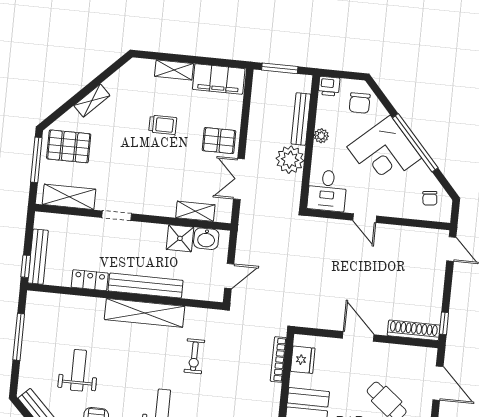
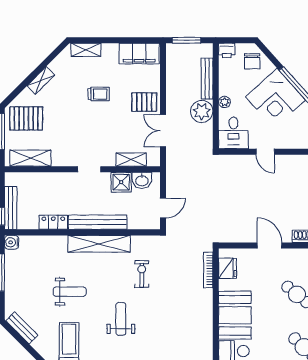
shelving: (174, 70) -> (86, 50), moved
plant: (321, 136) -> (224, 102), moved
doorway: (117, 216) -> (89, 169), moved
water cooler: (35, 300) -> (12, 242), added
exercise bike: (194, 356) -> (142, 274), turned 180
weight bench: (78, 370) -> (70, 292), moved, turned 90

